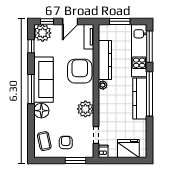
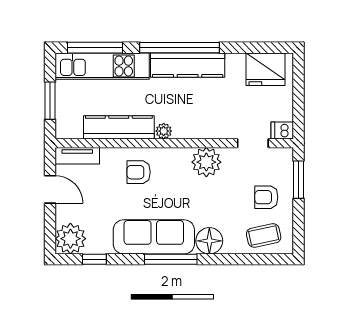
window: (47, 21) -> (50, 231), removed
armchair: (80, 71) -> (139, 172), width x0.53, depth x0.53
fridge: (128, 149) -> (265, 69), moved, turned -90

